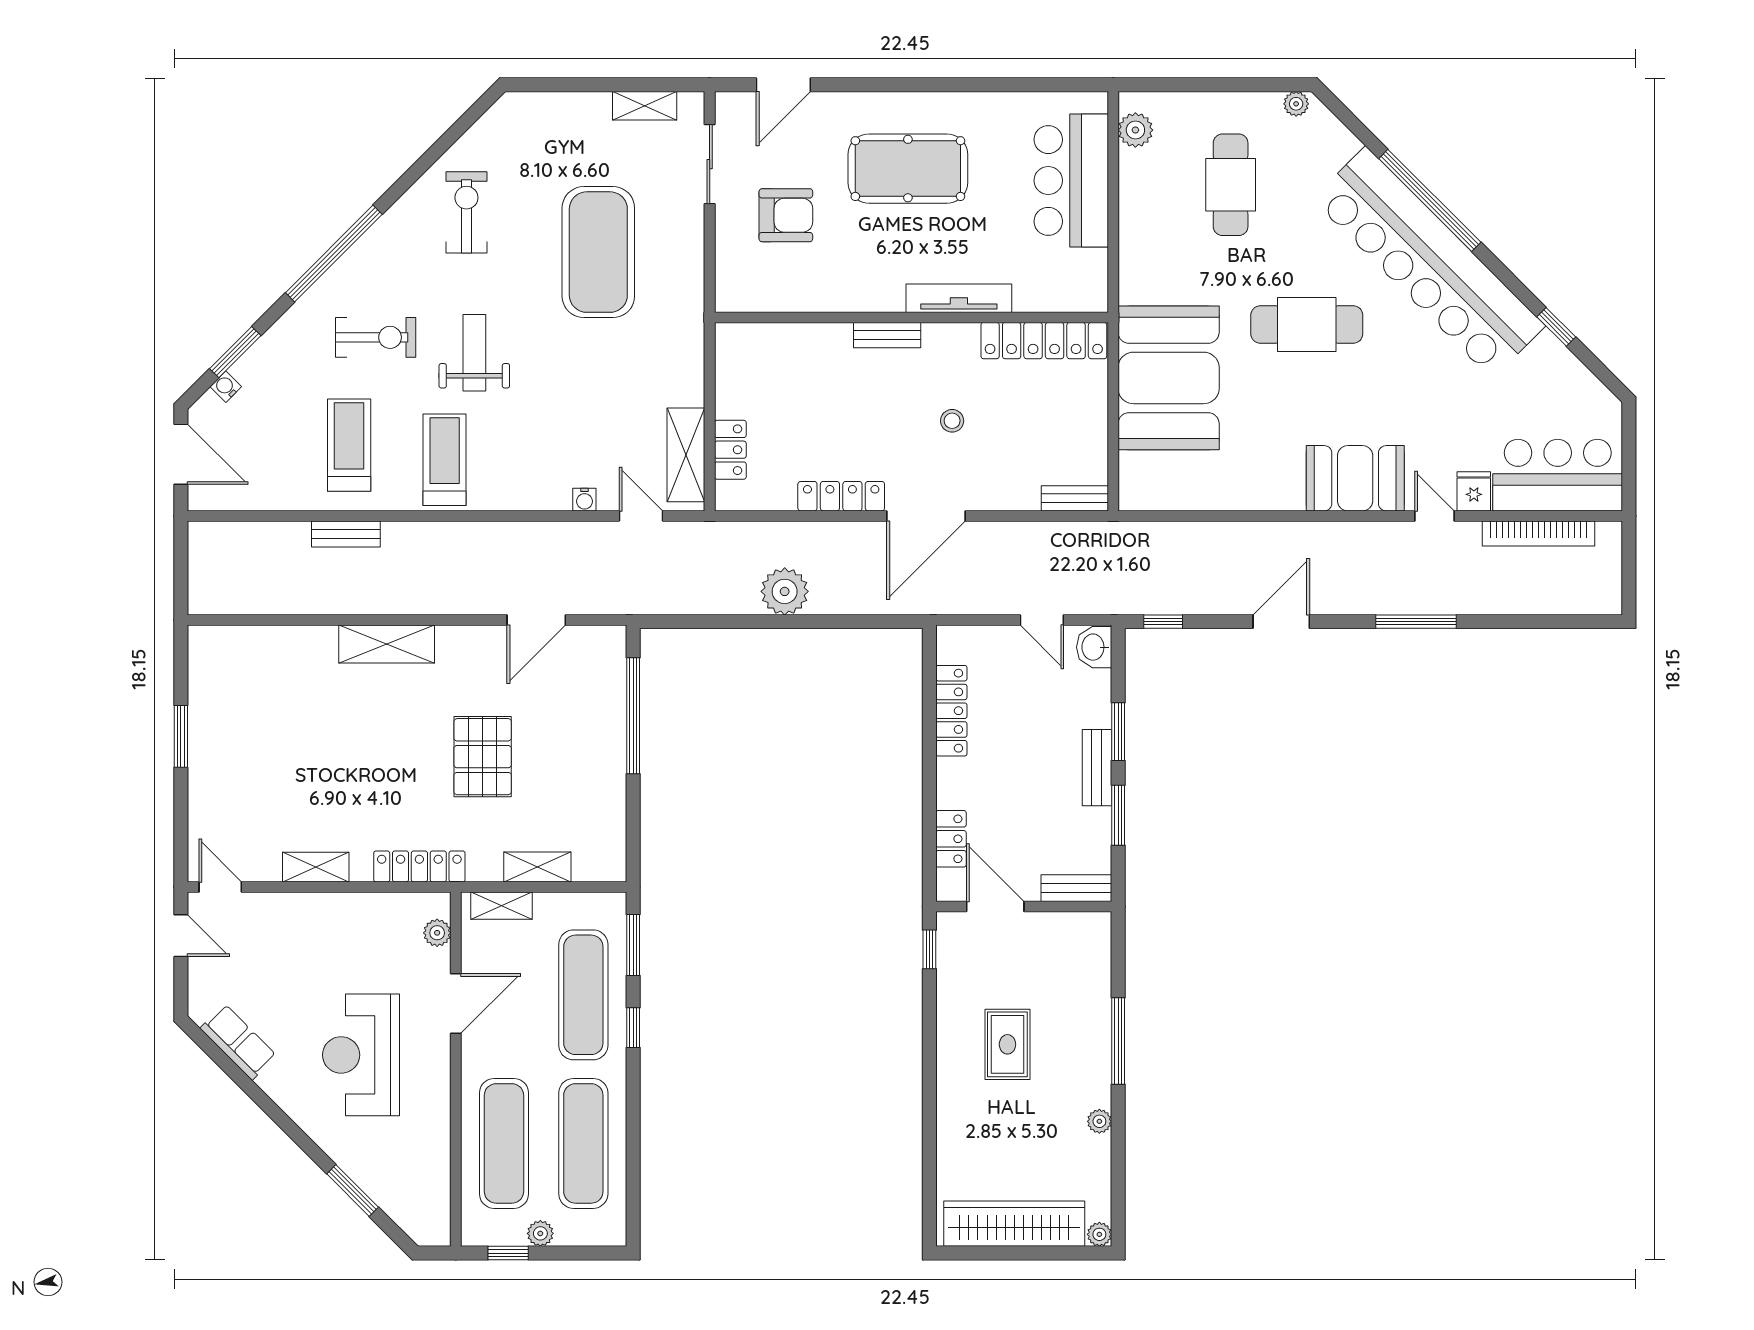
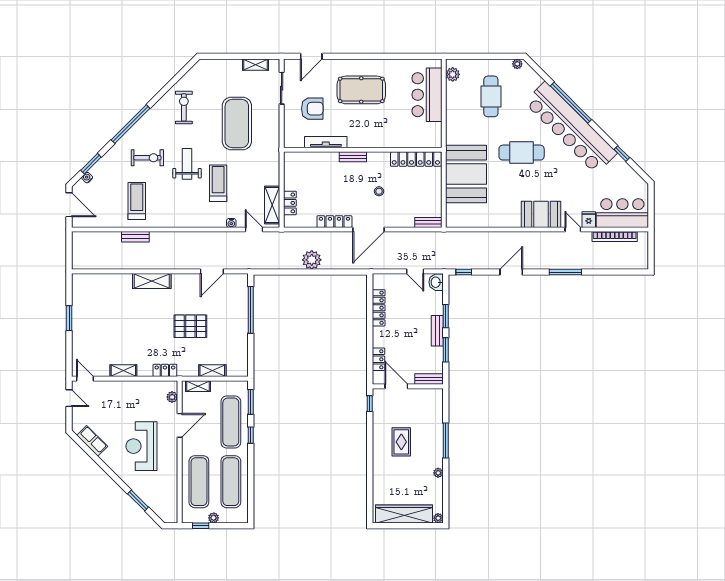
tv unit: (959, 298) -> (326, 142), moved
treadmill: (445, 460) -> (218, 183), moved
pallet: (483, 757) -> (190, 326), turned 90
locker: (419, 866) -> (165, 370), width x0.66

